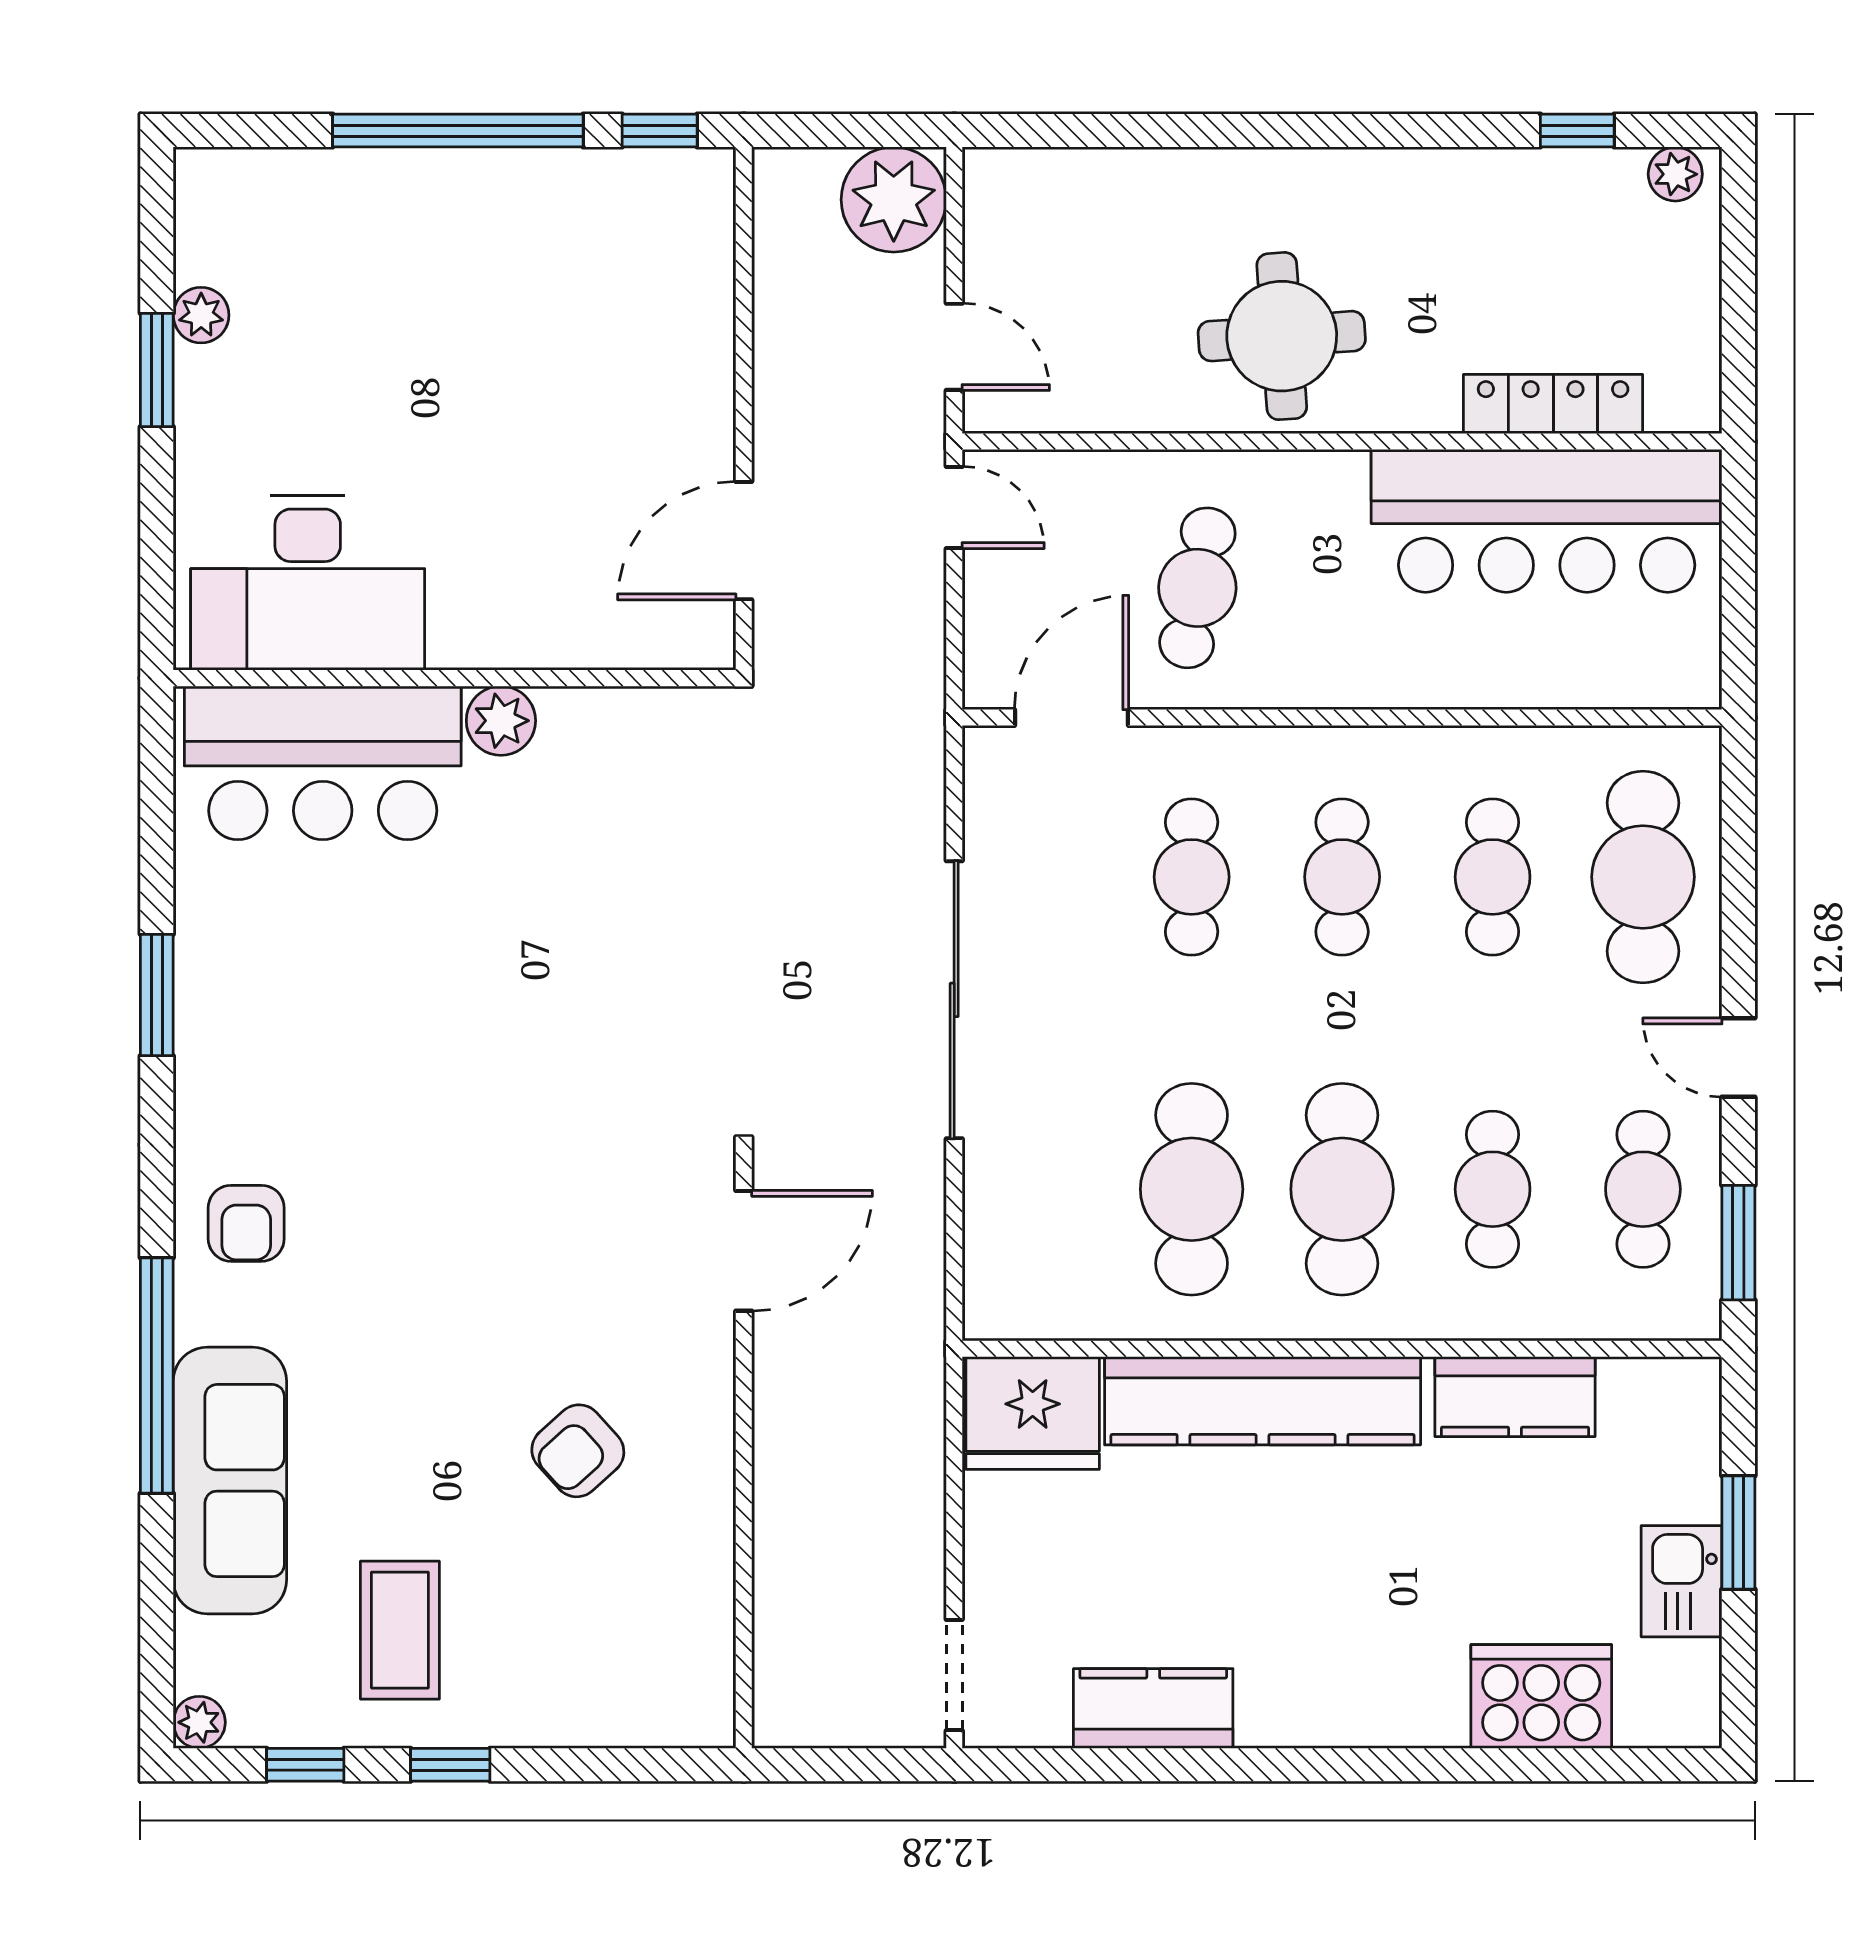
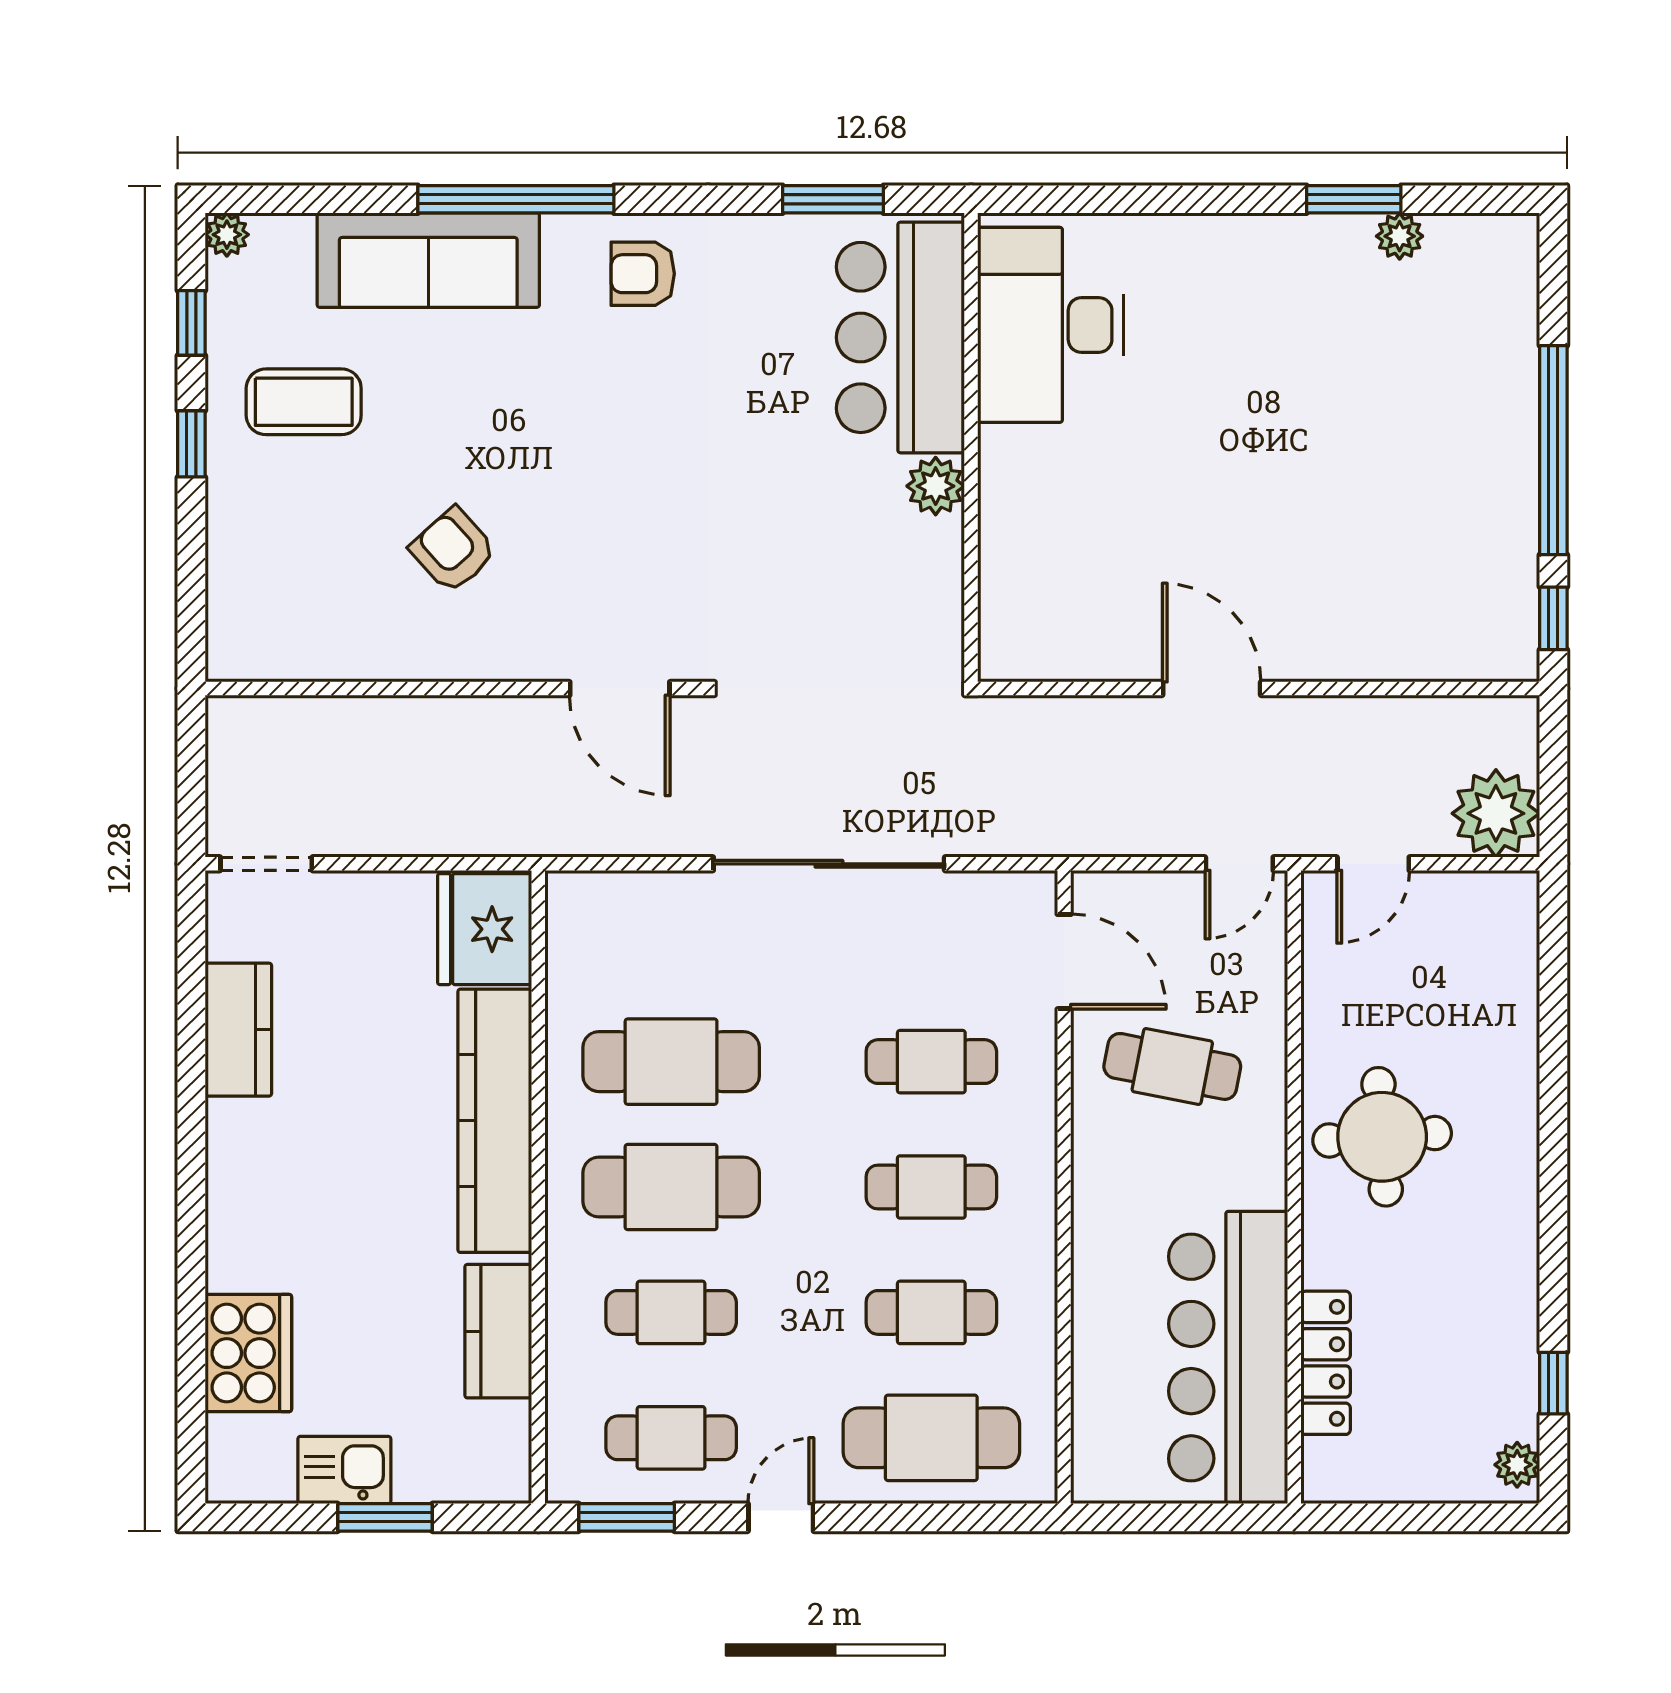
desk: (308, 583) -> (1051, 325), moved
wall: (455, 678) -> (971, 447), moved
plant: (501, 721) -> (936, 486), moved
bar counter: (323, 763) -> (900, 337), moved

